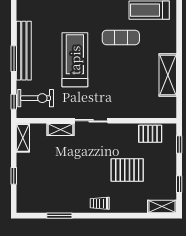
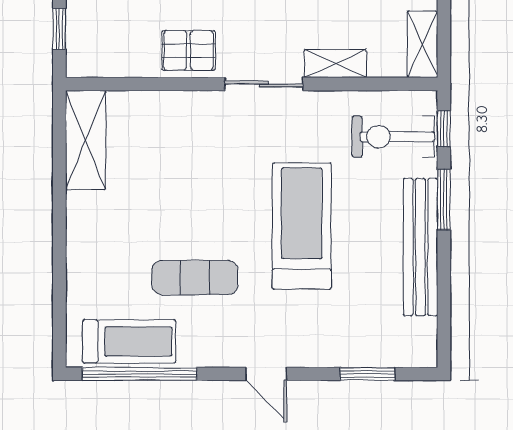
window: (14, 59) -> (444, 199), moved
treadmill: (75, 60) -> (302, 226), turned 180
shelving: (168, 75) -> (86, 140), moved
pallet: (150, 134) -> (189, 50), moved

